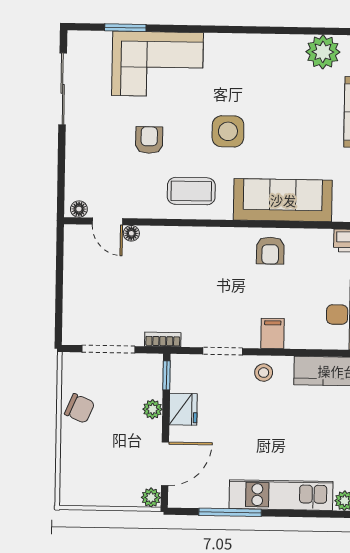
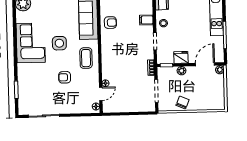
corner sofa: (158, 64) -> (31, 43), moved
door: (165, 464) -> (205, 64), hinge flipped

